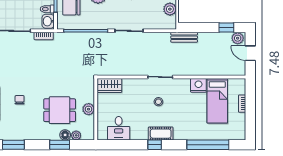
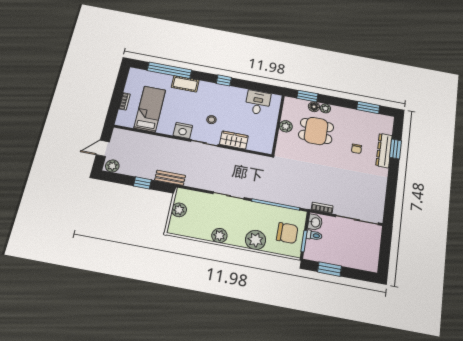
window: (226, 28) -> (142, 183), moved
door: (250, 53) -> (103, 148), swing flipped
wardrobe: (109, 85) -> (234, 140), moved
nightstand: (198, 85) -> (183, 131), moved
cot: (161, 134) -> (185, 84), moved
plant: (76, 135) -> (325, 108), moved
window: (60, 145) -> (307, 96), moved

